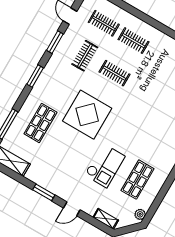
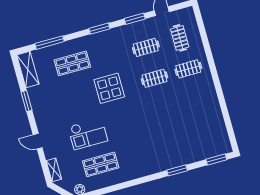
clothes rail: (134, 41) -> (188, 69), turned 90
clothes rail: (115, 73) -> (154, 78), turned 90
display table: (87, 115) -> (109, 88), width x0.73, depth x0.73
window: (44, 192) -> (26, 101), moved

